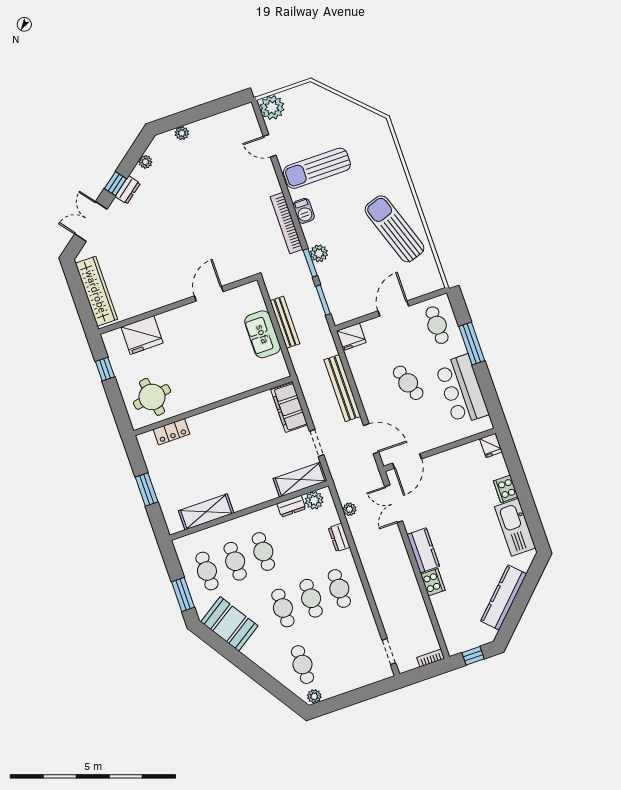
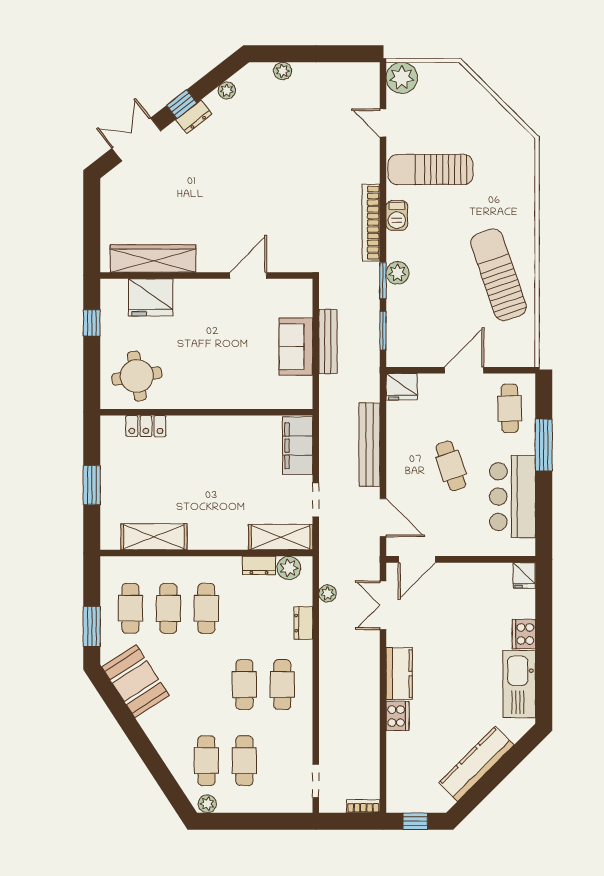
wardrobe: (96, 291) -> (153, 259), moved, turned -90
cafe table: (283, 608) -> (244, 761), moved

